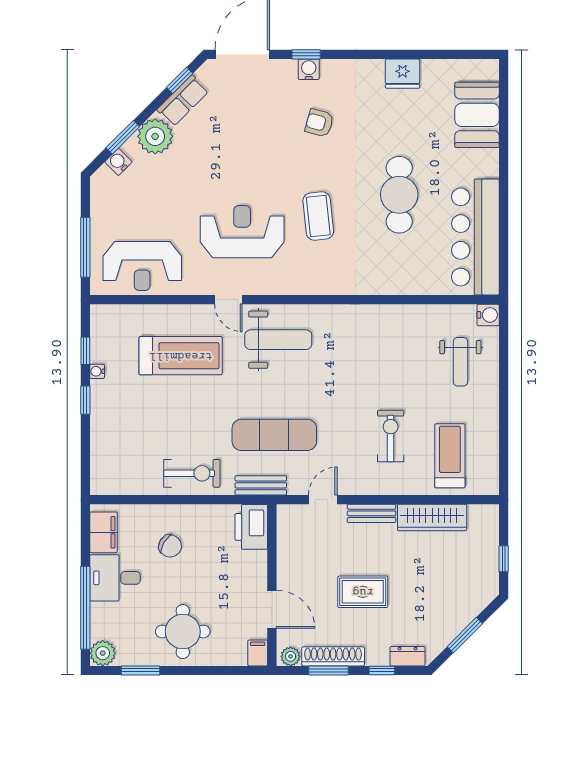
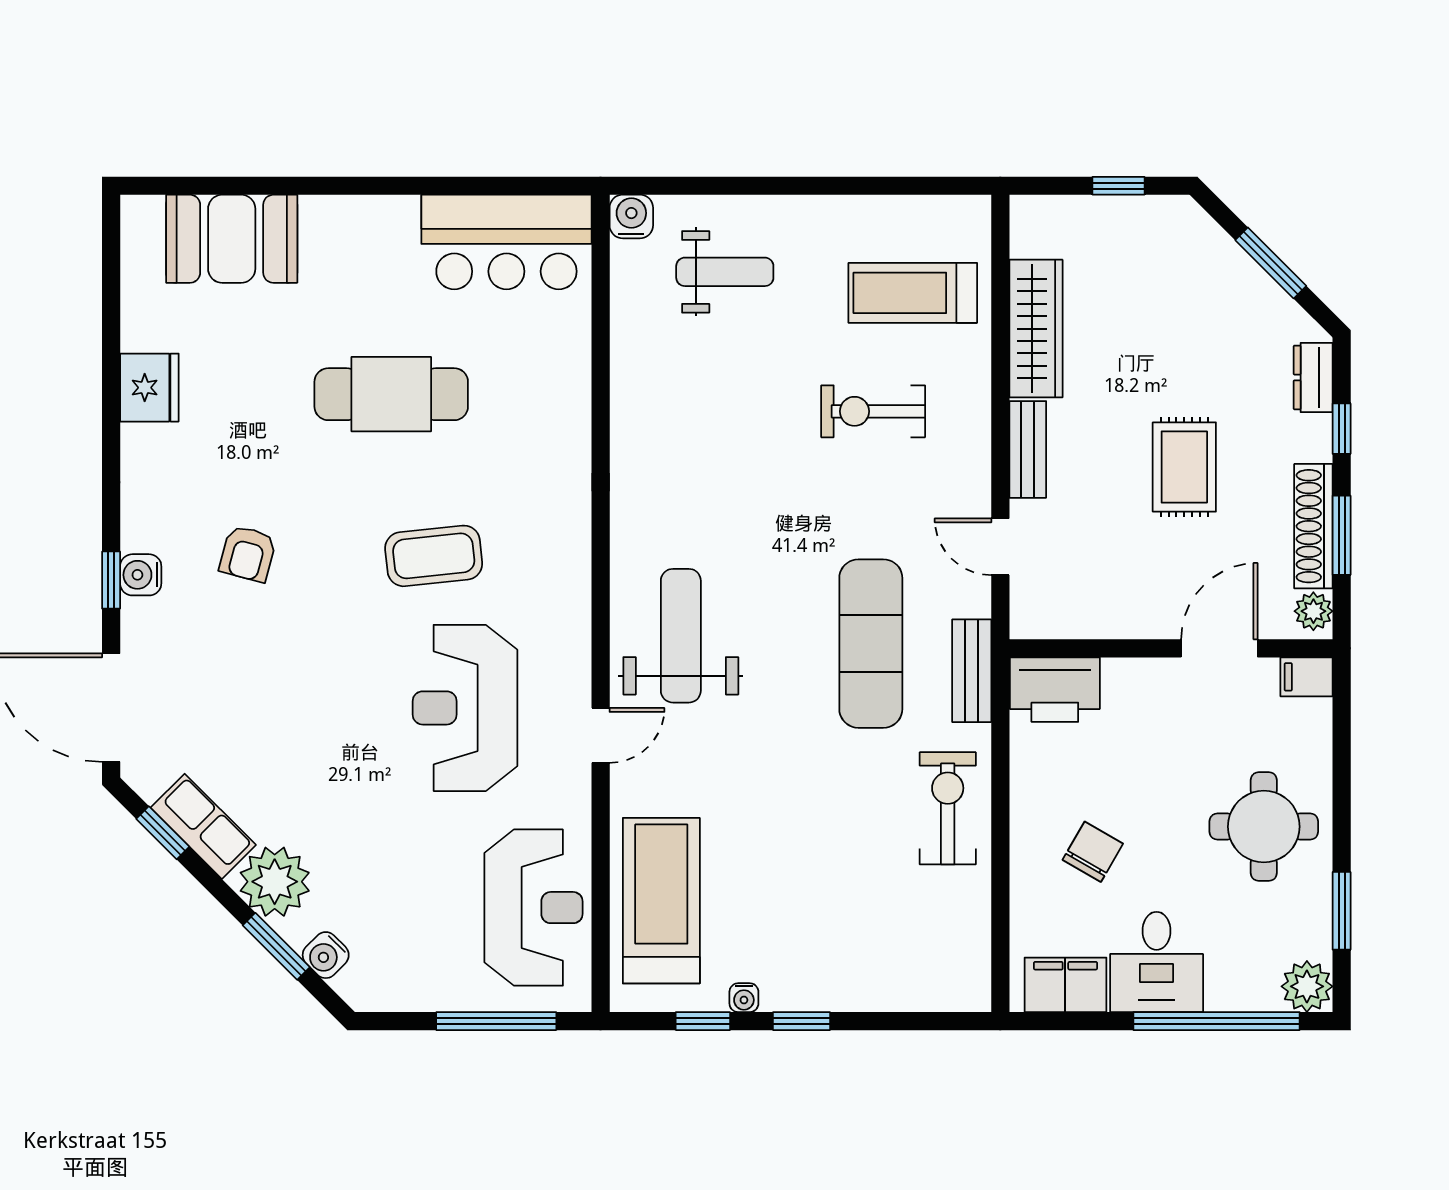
bar counter: (475, 237) -> (506, 242), width x0.73
treadmill: (181, 356) -> (661, 901), moved

